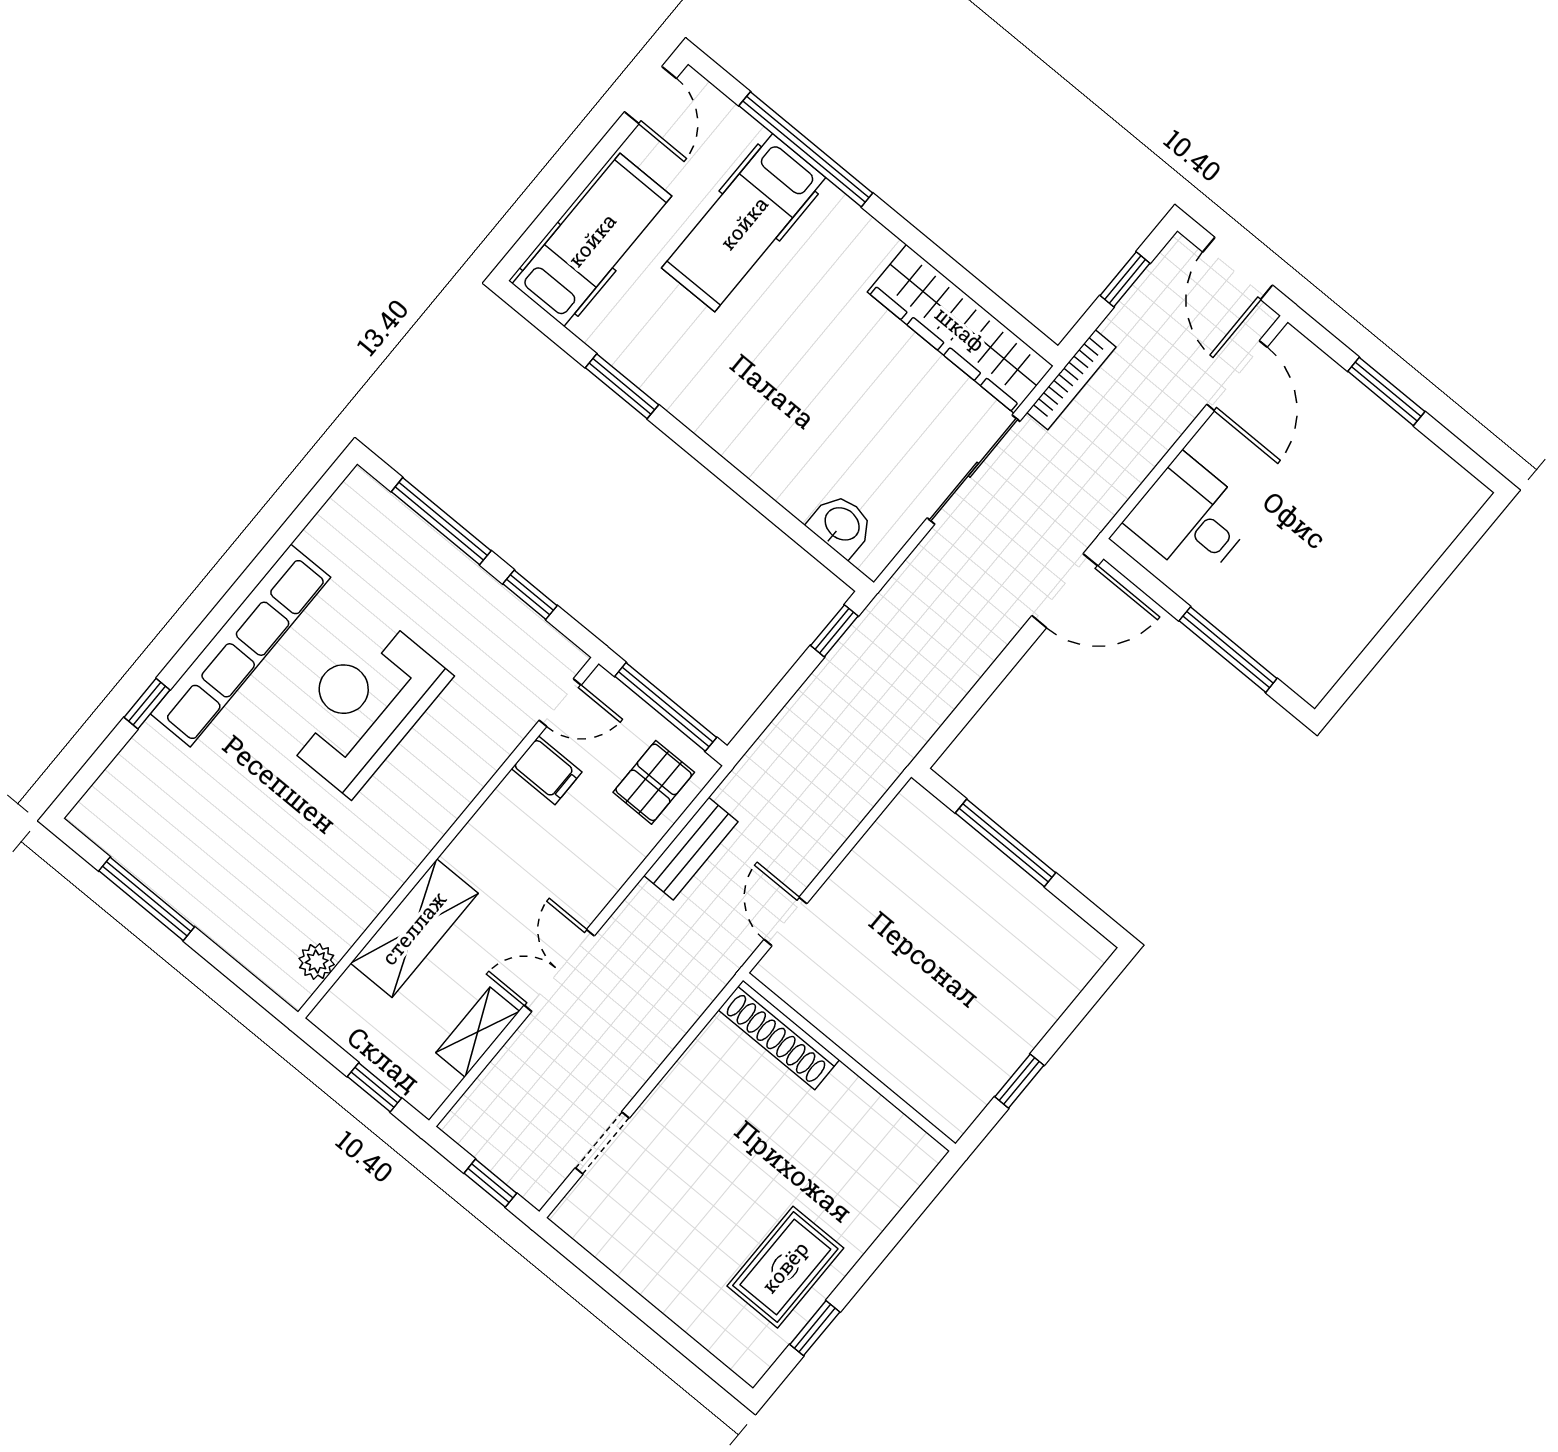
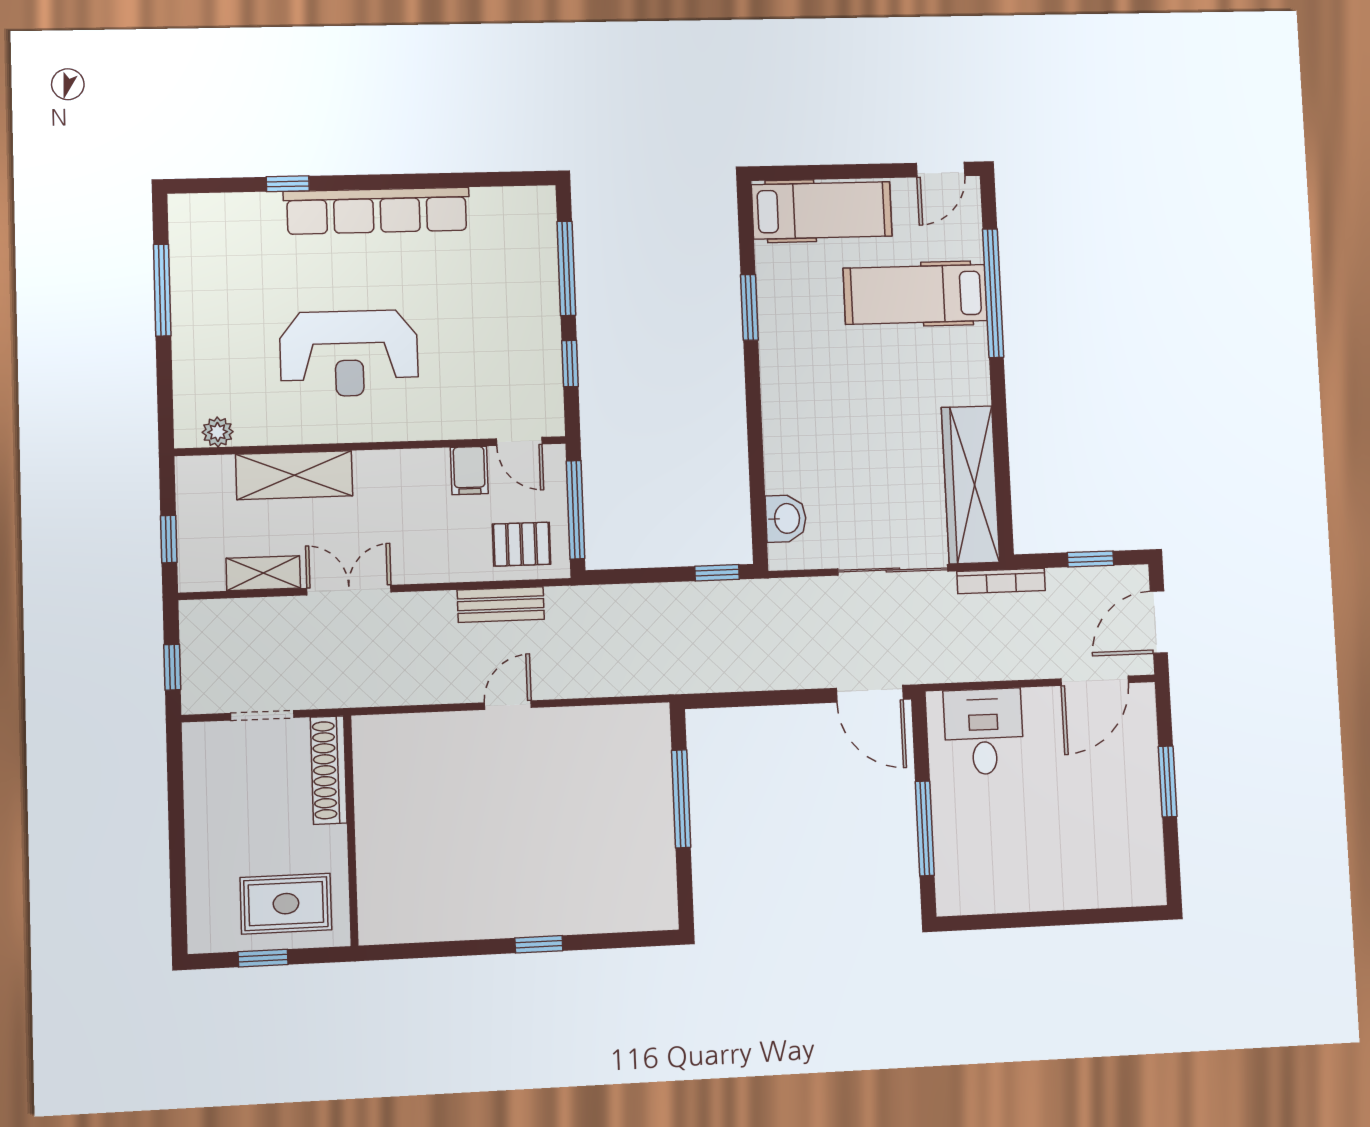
reception desk: (364, 706) -> (349, 353), moved, turned 180
shoe rack: (779, 1035) -> (329, 770), moved
wall: (849, 1062) -> (351, 830), moved

